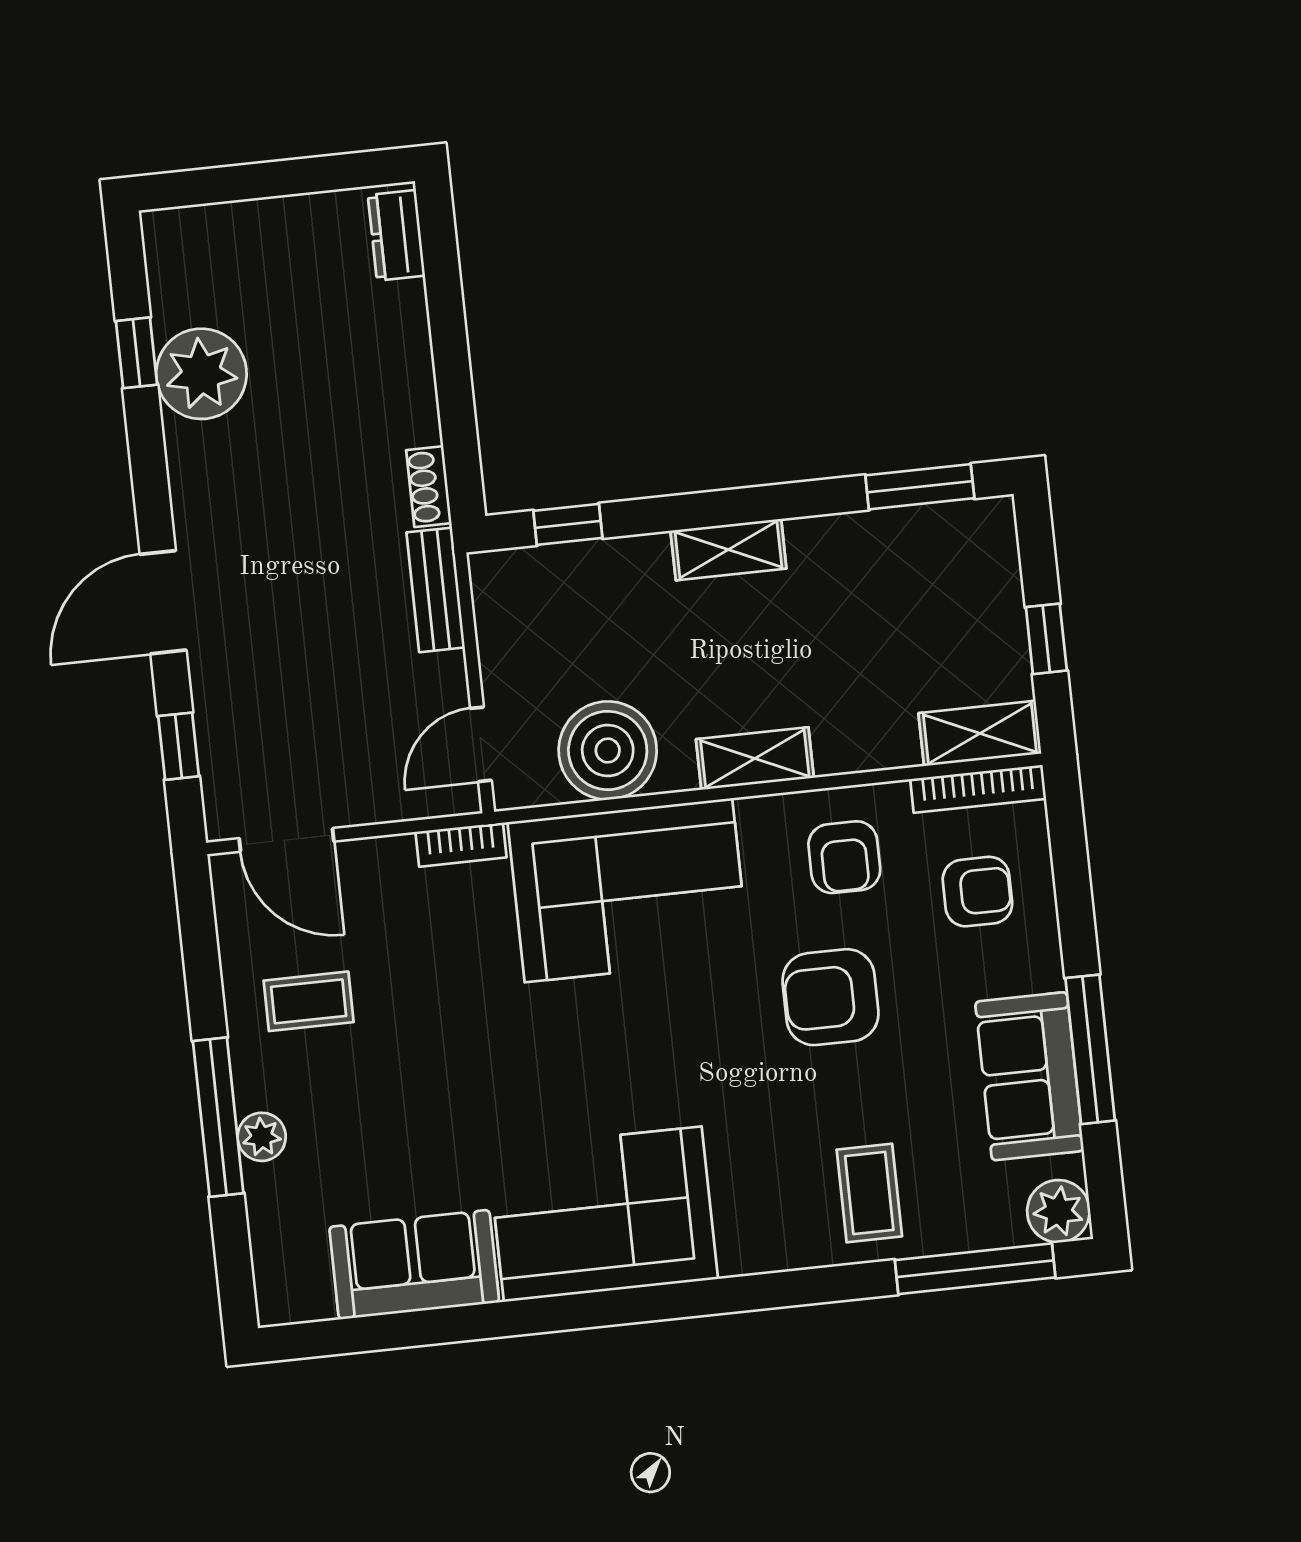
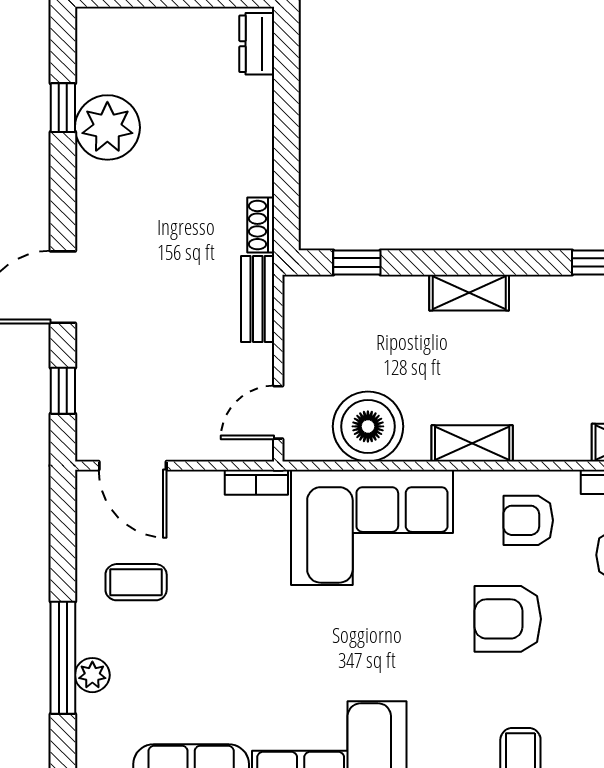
armchair: (844, 857) -> (528, 520), turned 90

